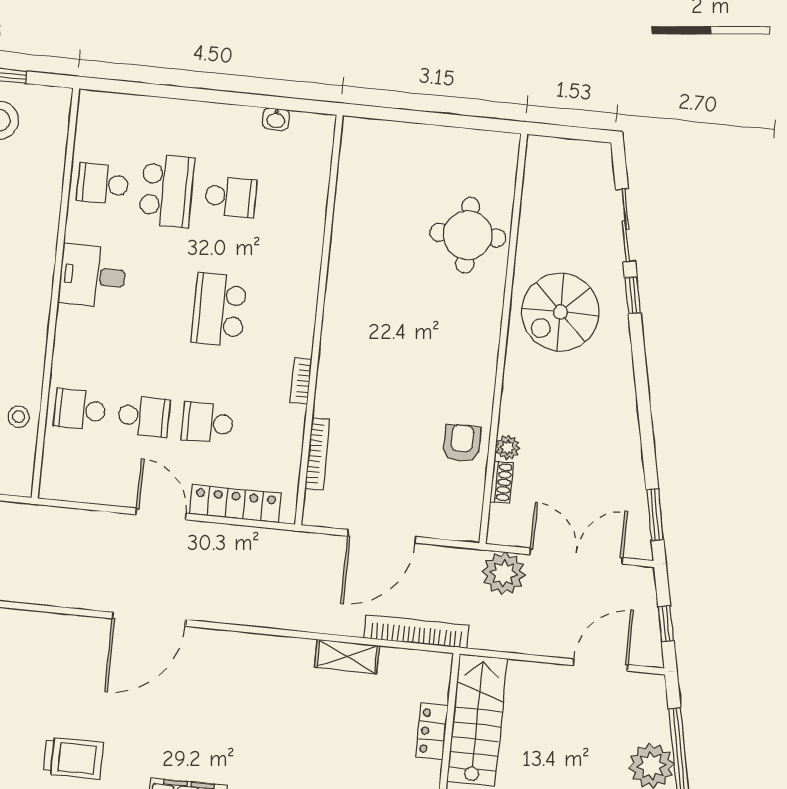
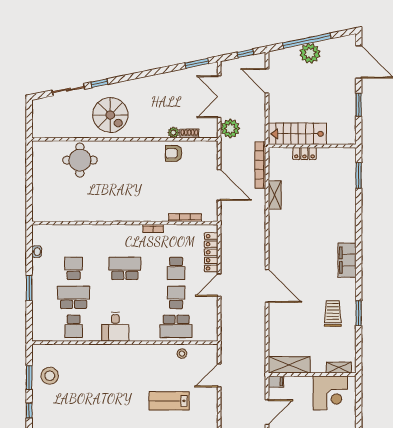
window: (197, 95) -> (29, 288), added
school desk: (219, 310) -> (125, 268), turned 180
school desk: (80, 410) -> (176, 326), width x1.85

